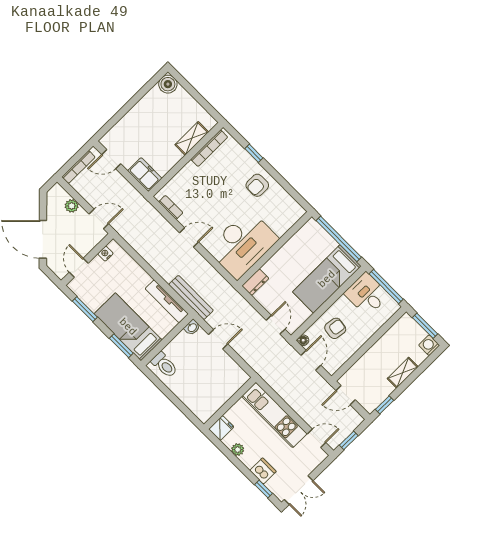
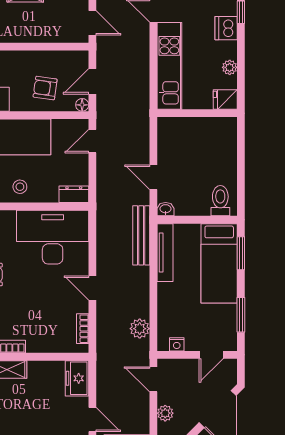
plant: (137, 241) -> (140, 329), added
stool: (292, 255) -> (20, 187), added

